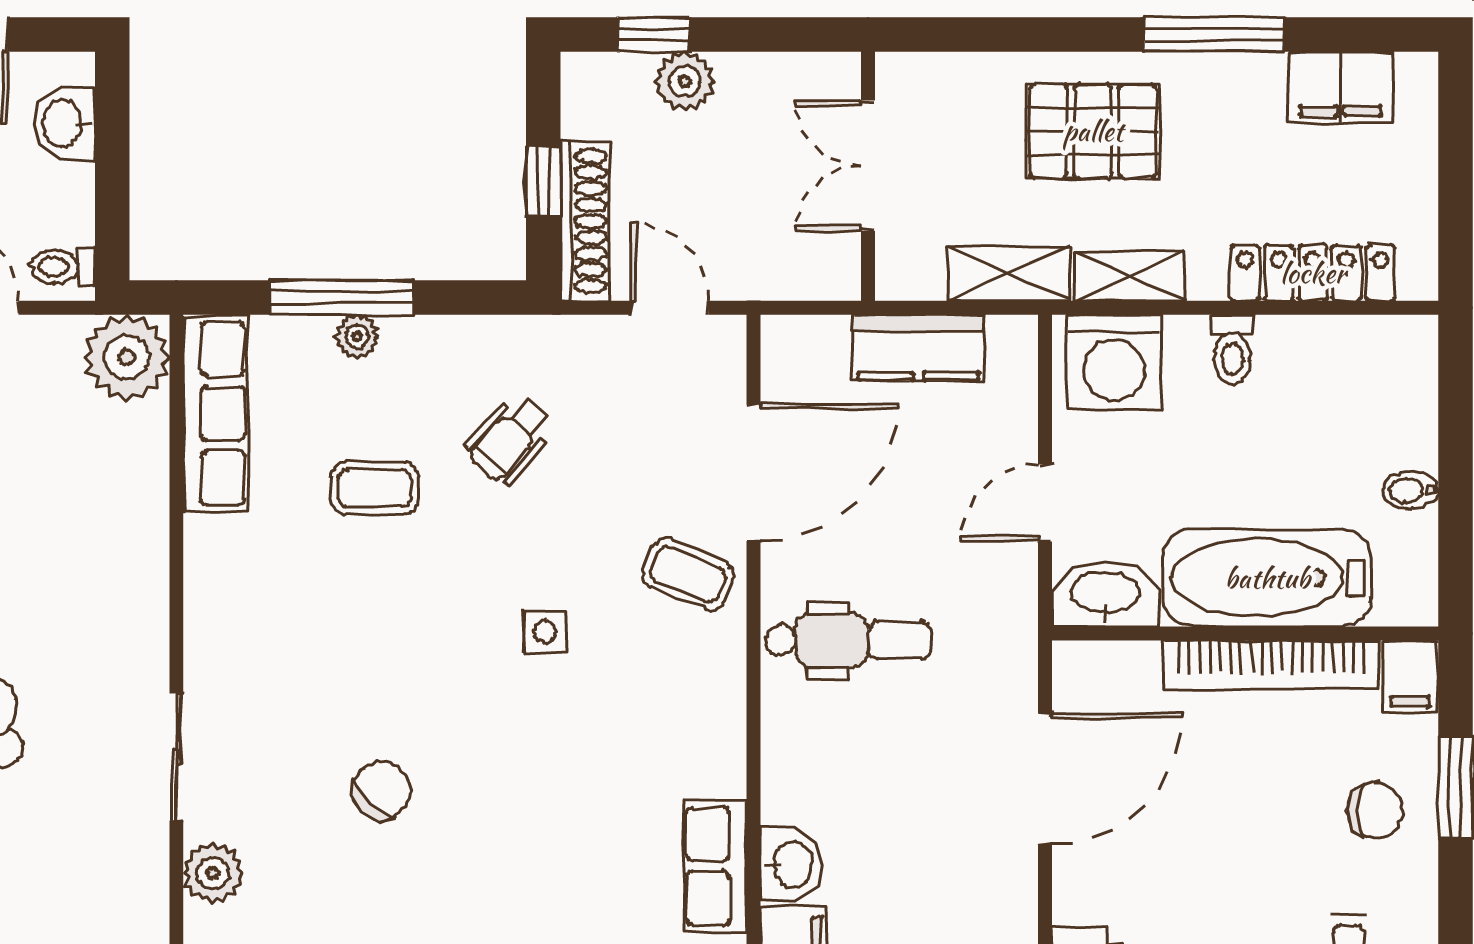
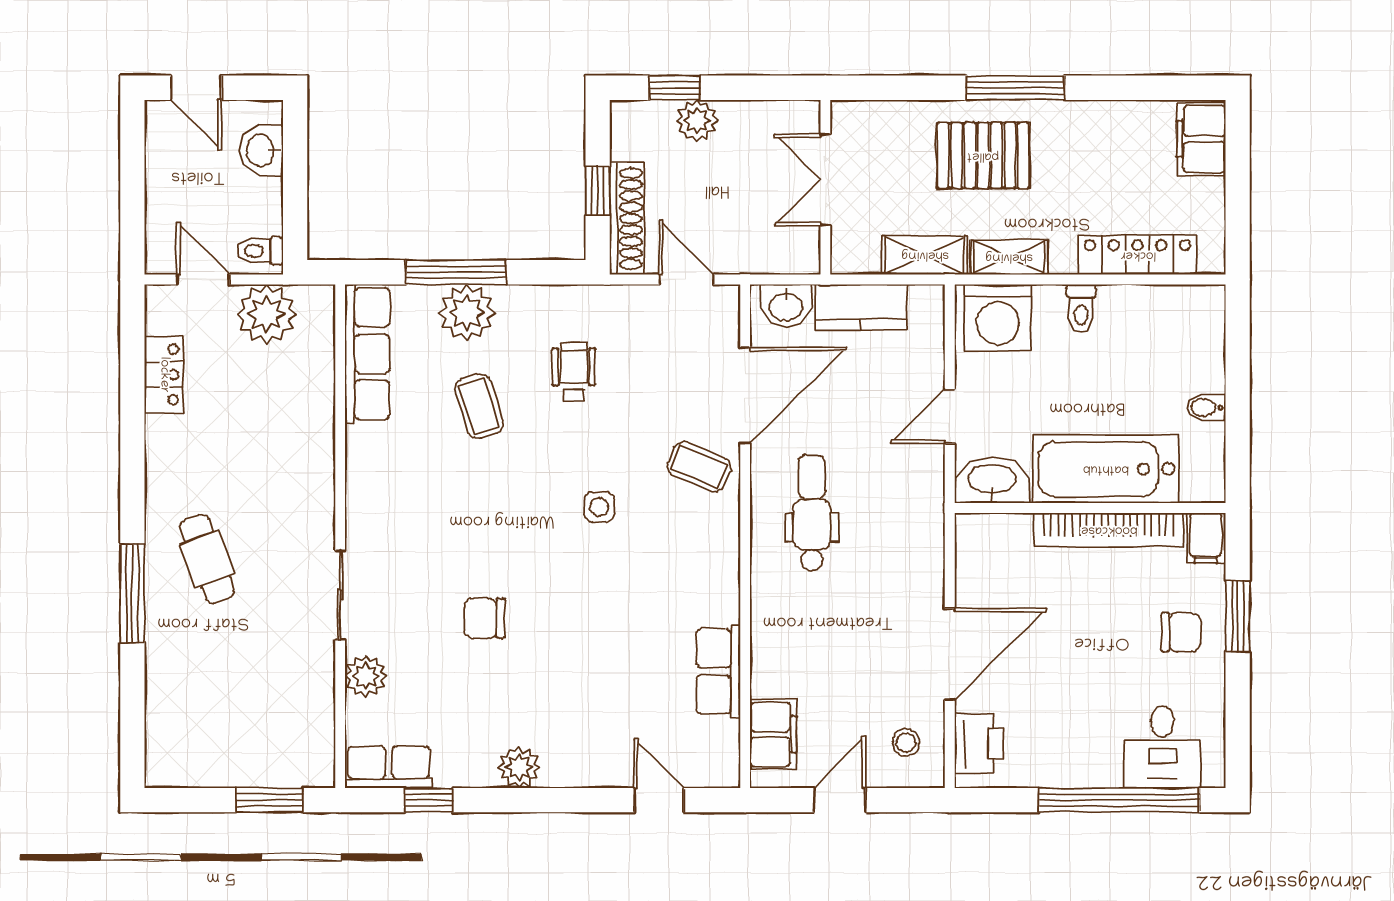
window: (1214, 35) -> (1015, 88), moved
filing cabinet: (1340, 87) -> (1201, 139), moved, turned 90
plant: (357, 336) -> (467, 313), width x1.87, depth x1.87
plant: (127, 357) -> (267, 314), moved
wheelchair: (510, 439) -> (574, 372), turned 138
coffee table: (374, 488) -> (479, 406), turned 72
dental chair: (848, 640) -> (812, 513), turned -90
door: (1045, 778) -> (950, 654), moved
chair: (382, 791) -> (484, 618), turned -133
washbasin: (791, 865) -> (786, 306), moved, turned 90

